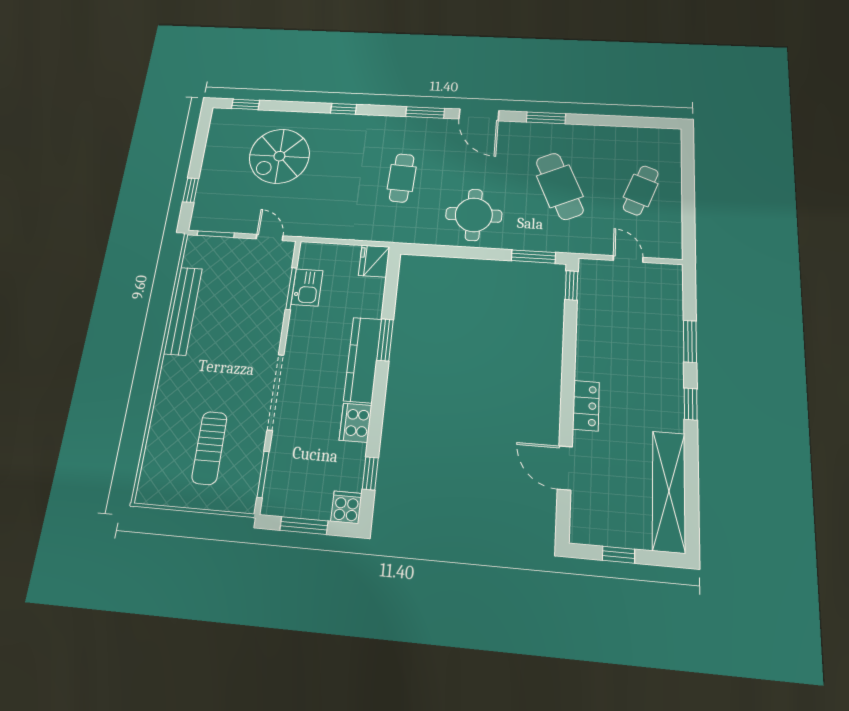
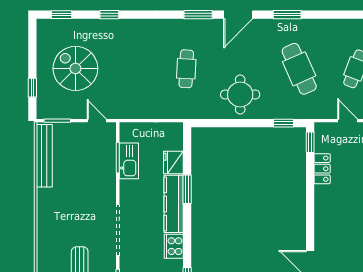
window: (344, 109) -> (109, 15), moved
door: (479, 115) -> (238, 15), hinge flipped
spiral stairs: (279, 156) -> (75, 68), moved, turned 90
window: (533, 257) -> (283, 123), width x0.67
fridge: (374, 261) -> (173, 163), moved
kitchen sink: (307, 287) -> (129, 161), width x1.38
bench: (183, 311) -> (44, 156), moved
locker: (586, 406) -> (322, 169), moved

